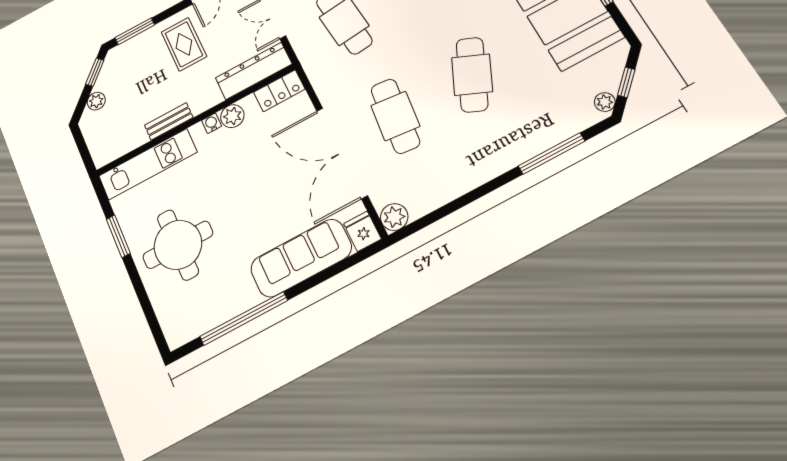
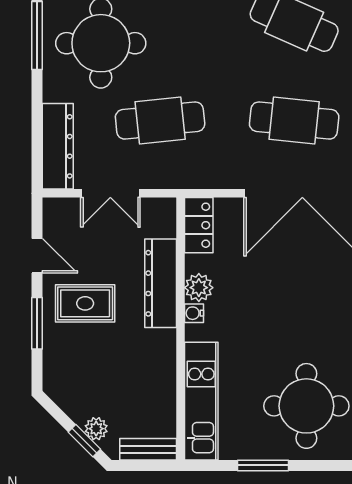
window: (135, 31) -> (37, 323), moved
dresser: (254, 71) -> (161, 283), moved
window: (95, 72) -> (84, 441), moved
bench: (169, 121) -> (148, 449), moved, turned 90

